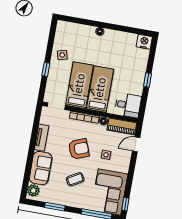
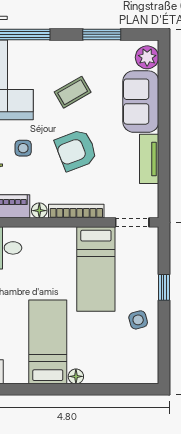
bed: (100, 89) -> (48, 342), moved, turned 180

